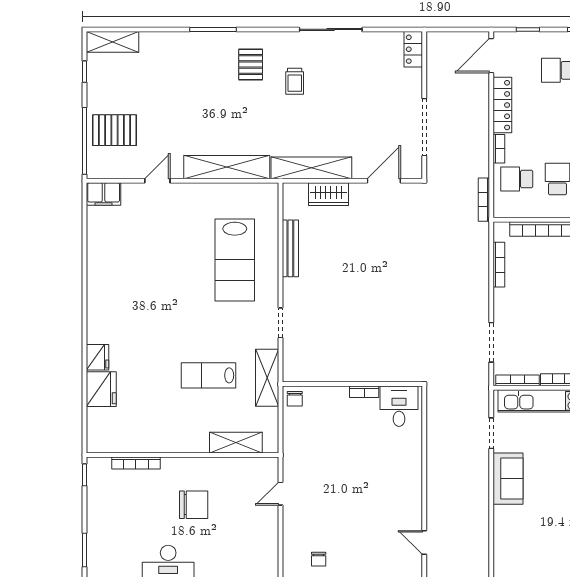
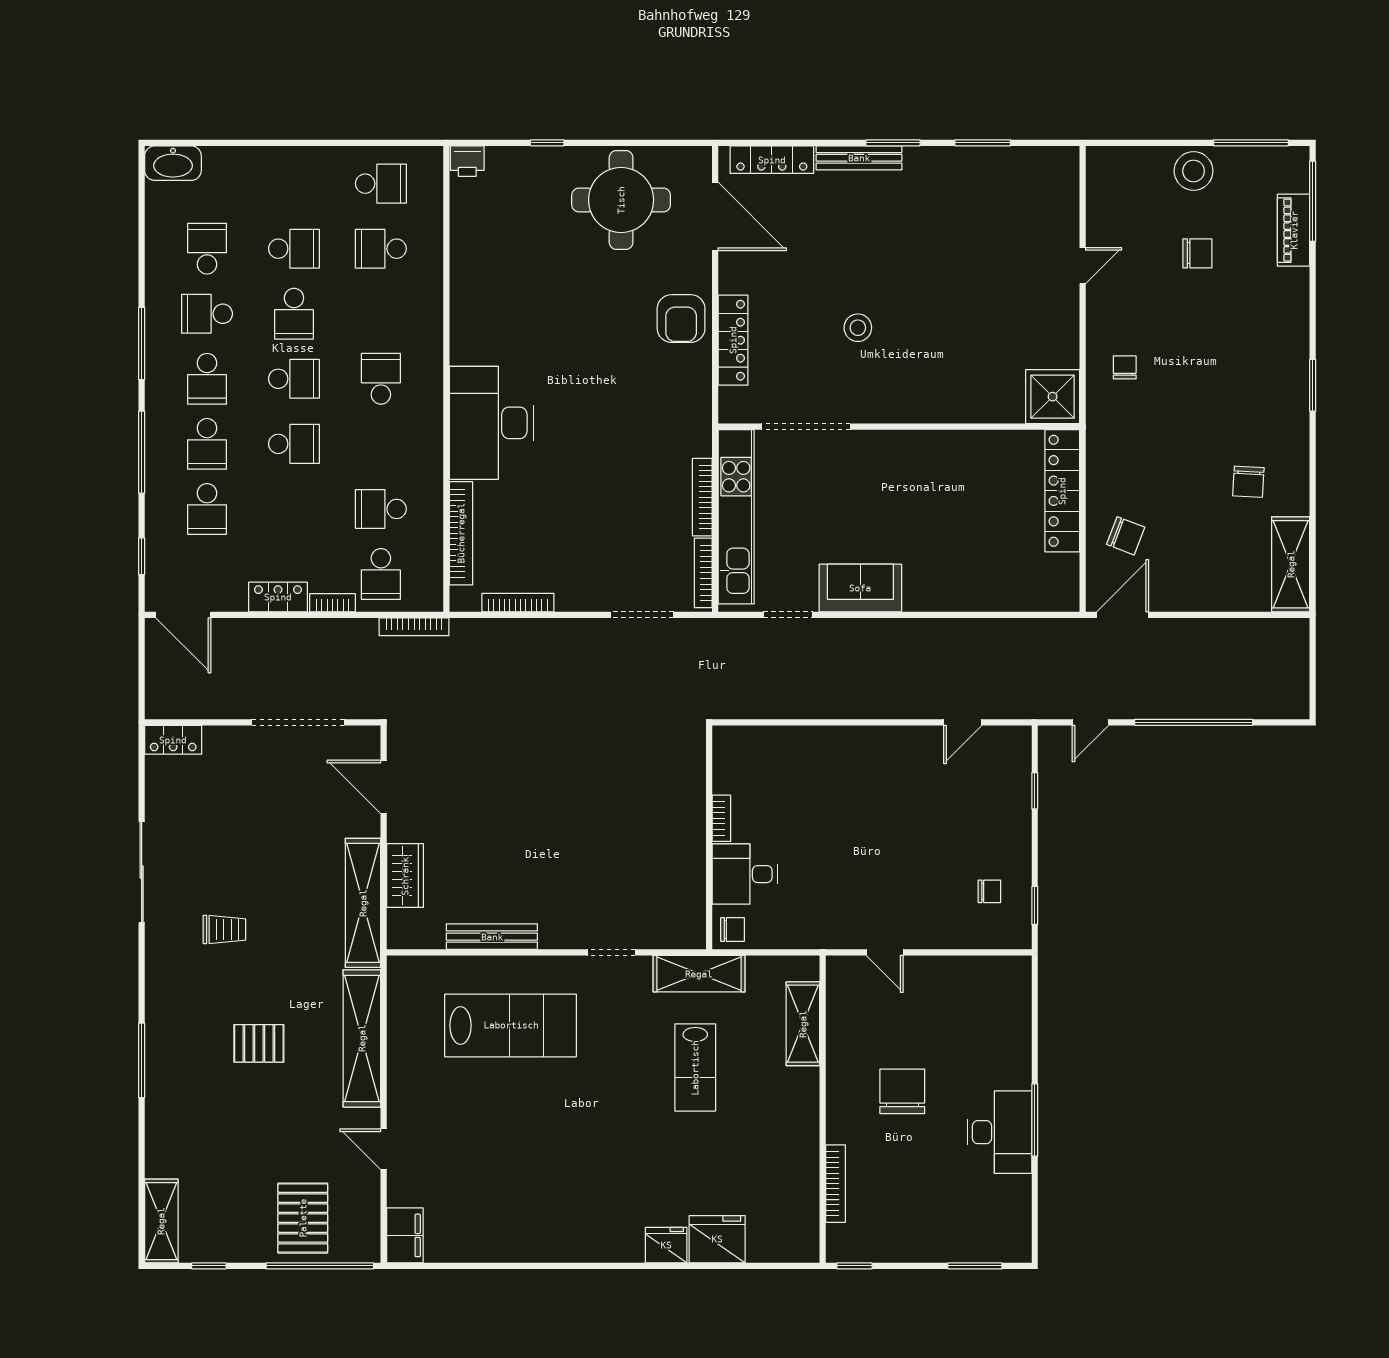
pallet: (251, 64) -> (259, 1043), moved
locker: (502, 105) -> (278, 597), width x0.66
desk: (399, 406) -> (745, 874), moved

